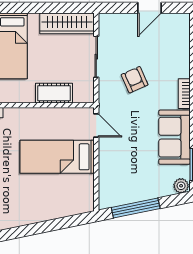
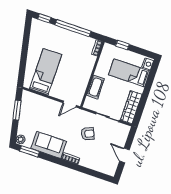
bed: (57, 157) -> (46, 72), moved
window: (136, 208) -> (17, 110), width x0.69

